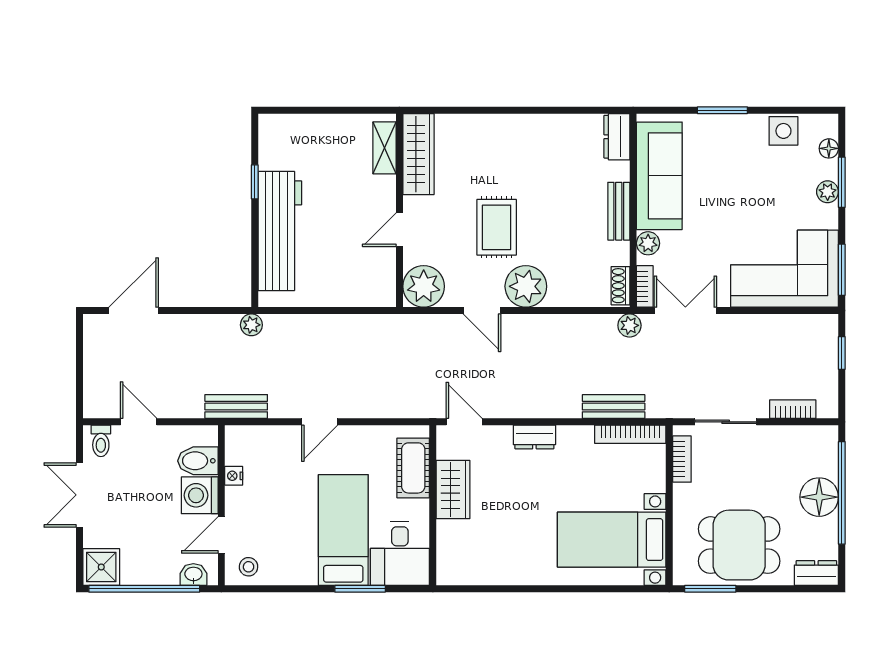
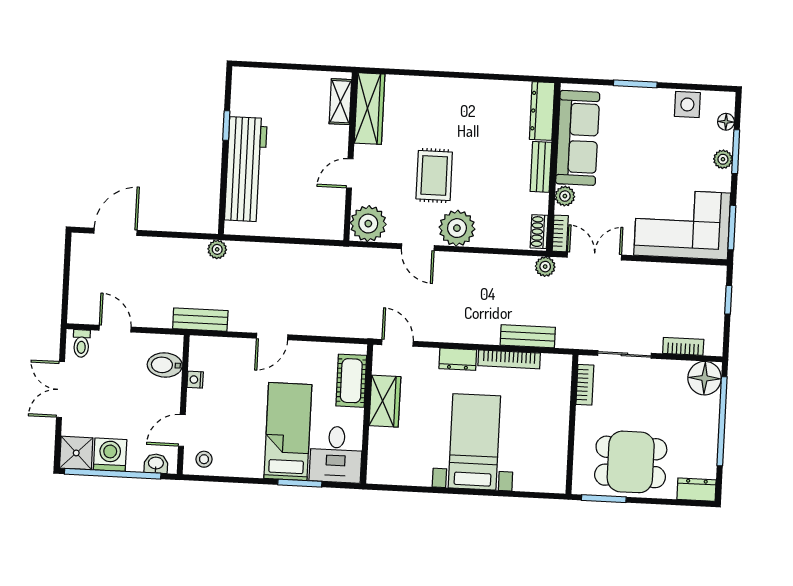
dresser: (617, 137) -> (542, 111), width x1.44
bookcase: (630, 434) -> (509, 359), moved
washing machine: (200, 495) -> (110, 455), moved, turned 90
floor lamp: (819, 497) -> (705, 378), moved
bed with nightstands: (612, 540) -> (474, 442), moved, turned 90

